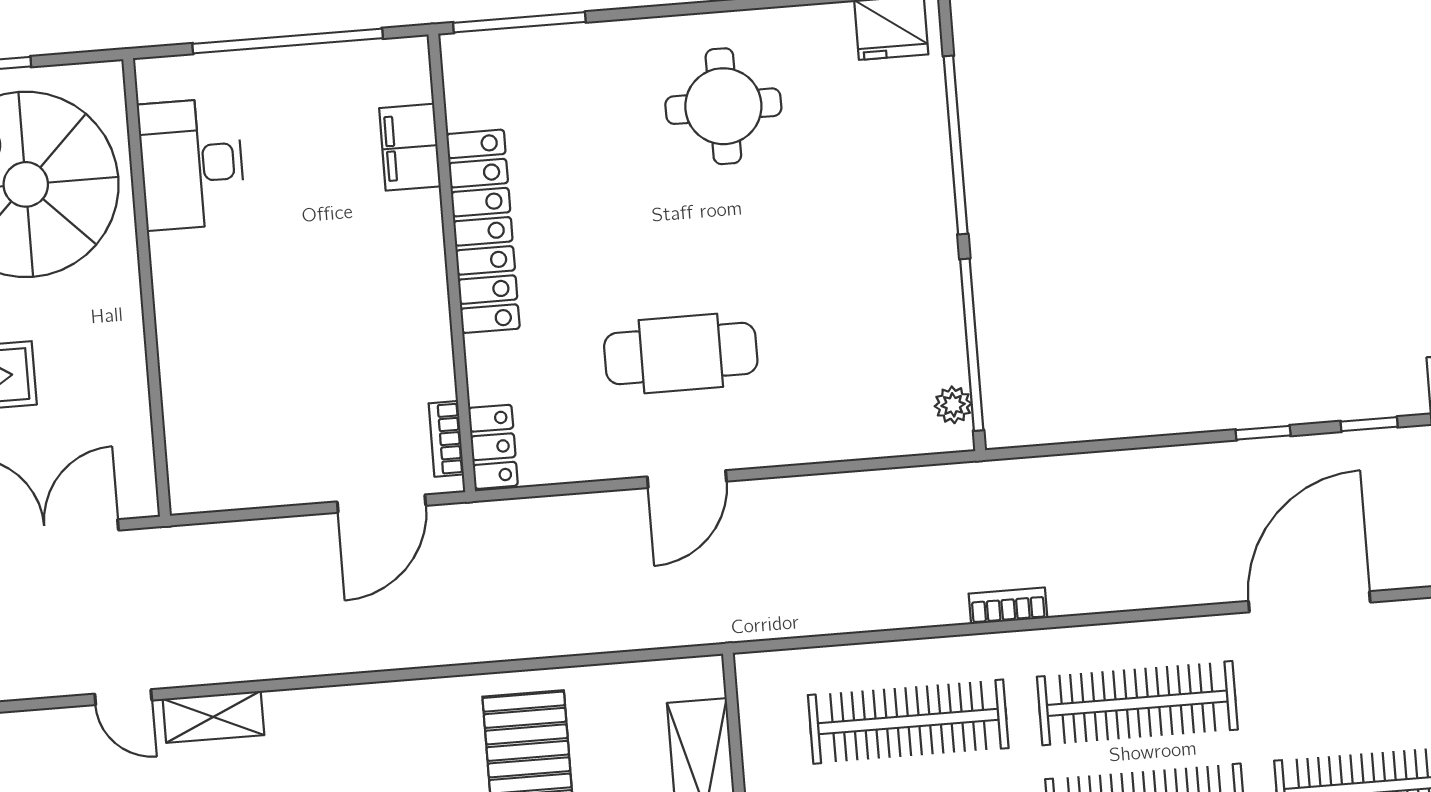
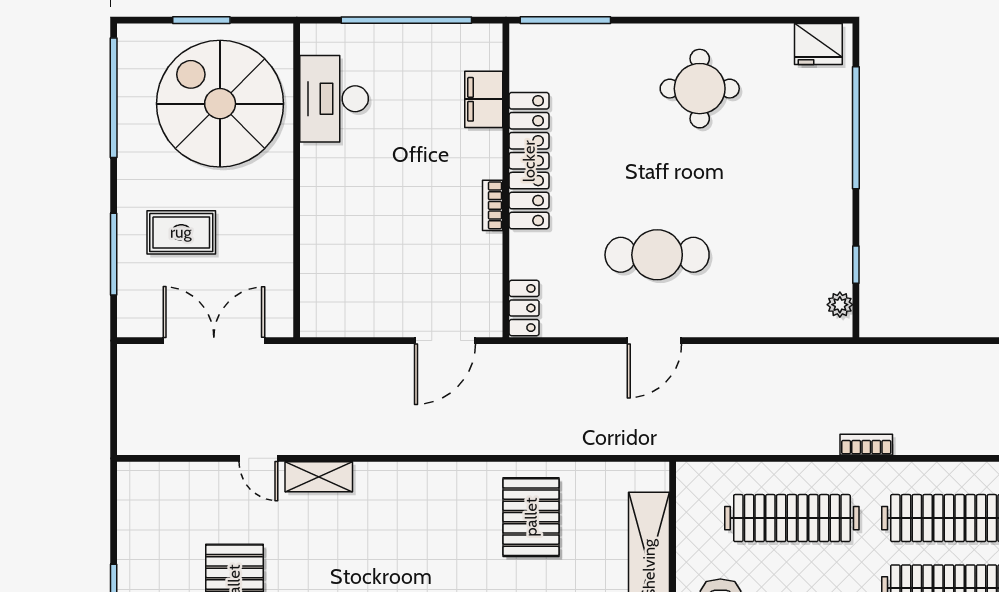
window: (972, 345) -> (856, 265), width x0.32
bookcase: (446, 439) -> (493, 205), moved

